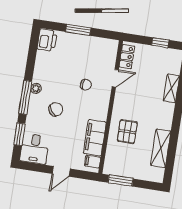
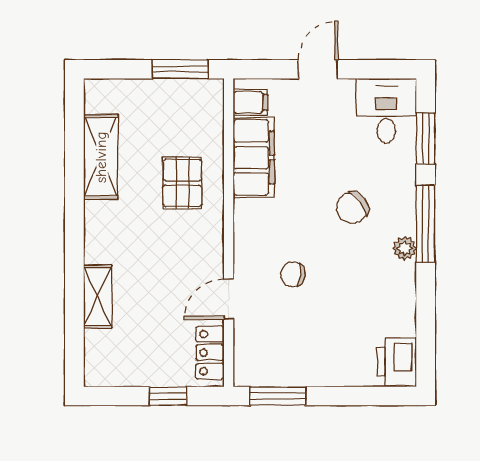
window: (78, 30) -> (278, 396), moved
window: (160, 43) -> (168, 396), moved

